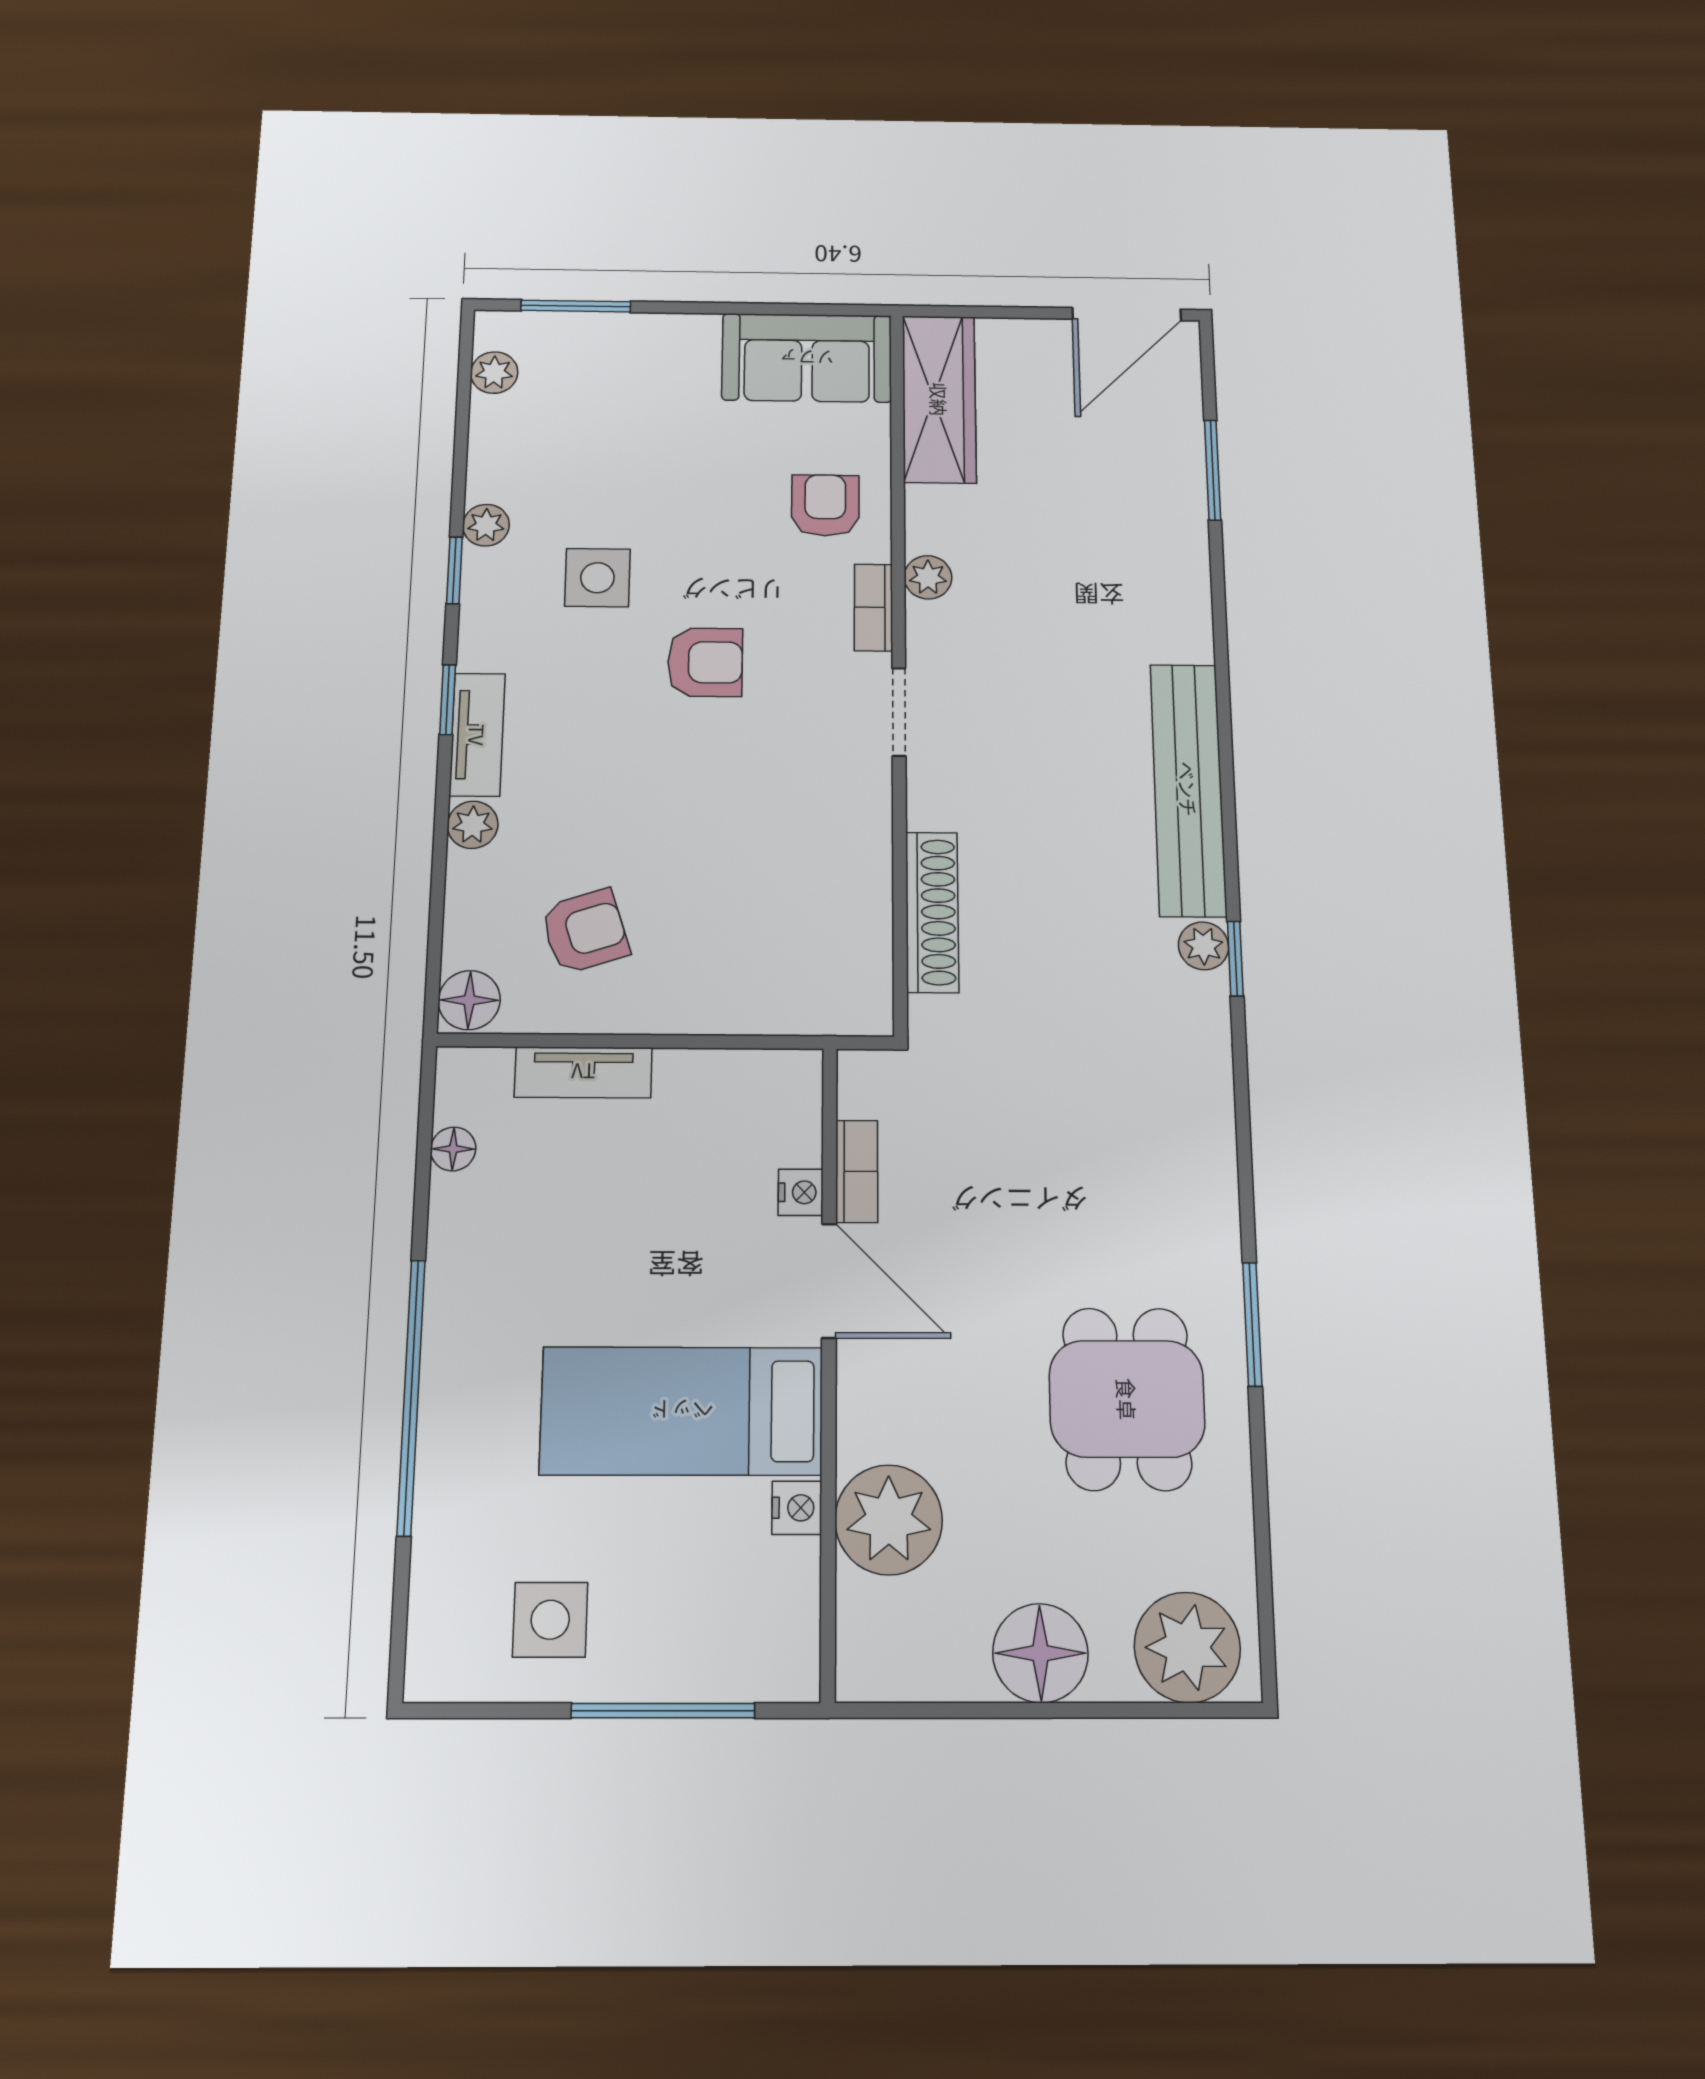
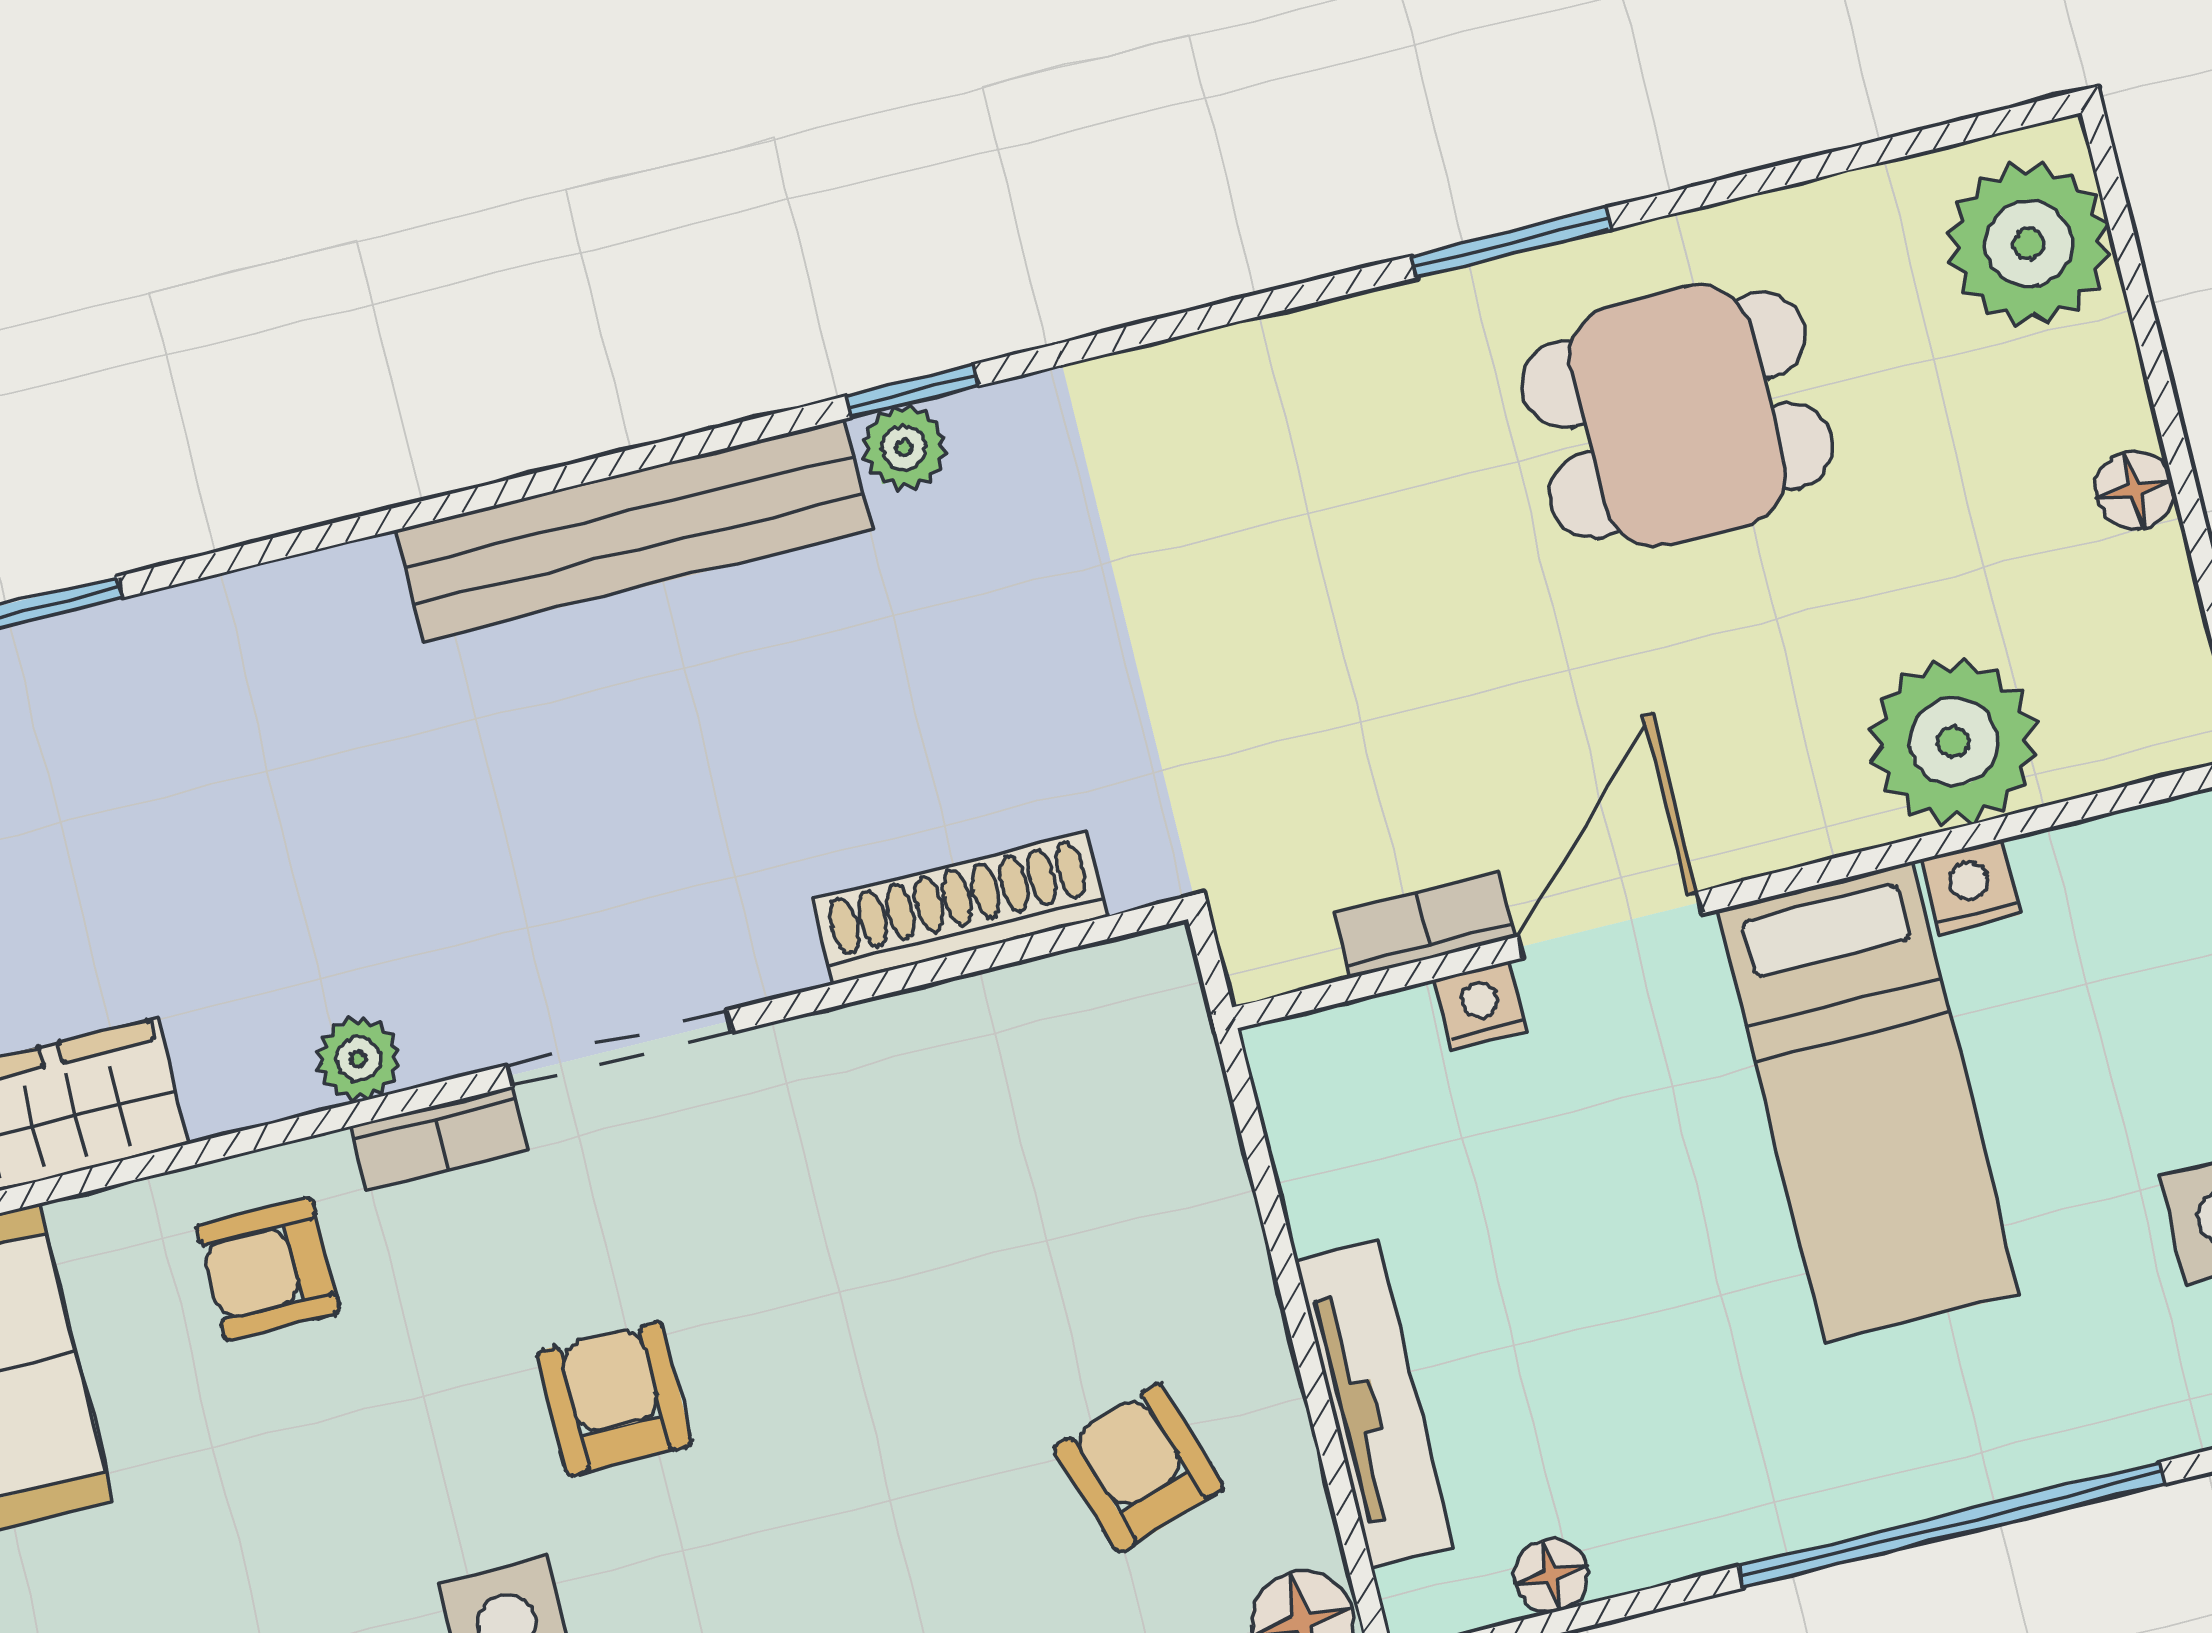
doorway: (899, 712) -> (620, 1049), width x1.38
tv unit: (583, 1072) -> (1374, 1404), width x1.41
floor lamp: (1040, 1653) -> (2135, 490), width x0.53, depth x0.53

